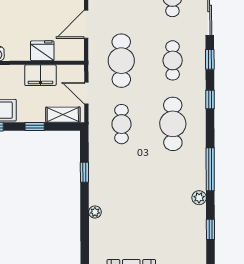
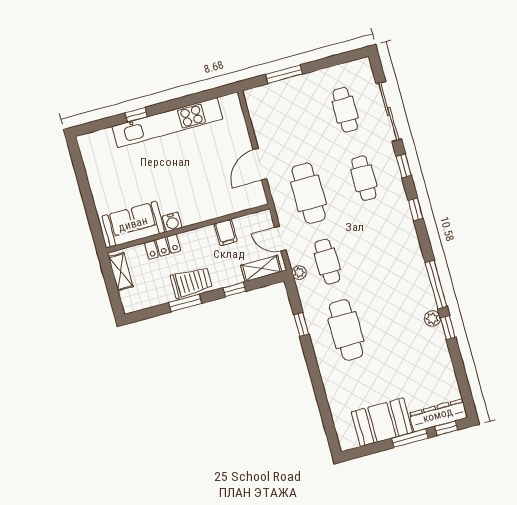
fridge: (42, 51) -> (220, 206), removed
filing cabinet: (40, 75) -> (226, 232), width x0.50
cafe table: (173, 124) -> (346, 330), moved
plant: (95, 212) -> (299, 273), moved
window: (210, 229) -> (448, 328), moved

